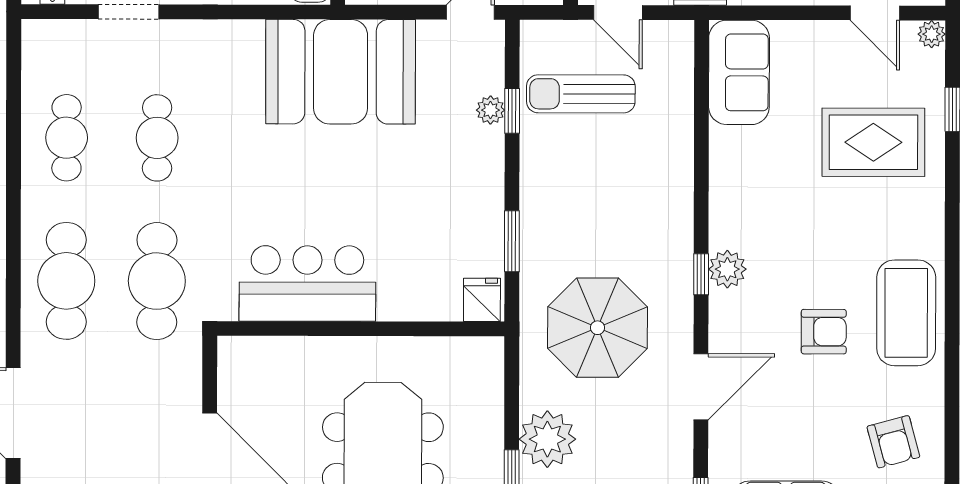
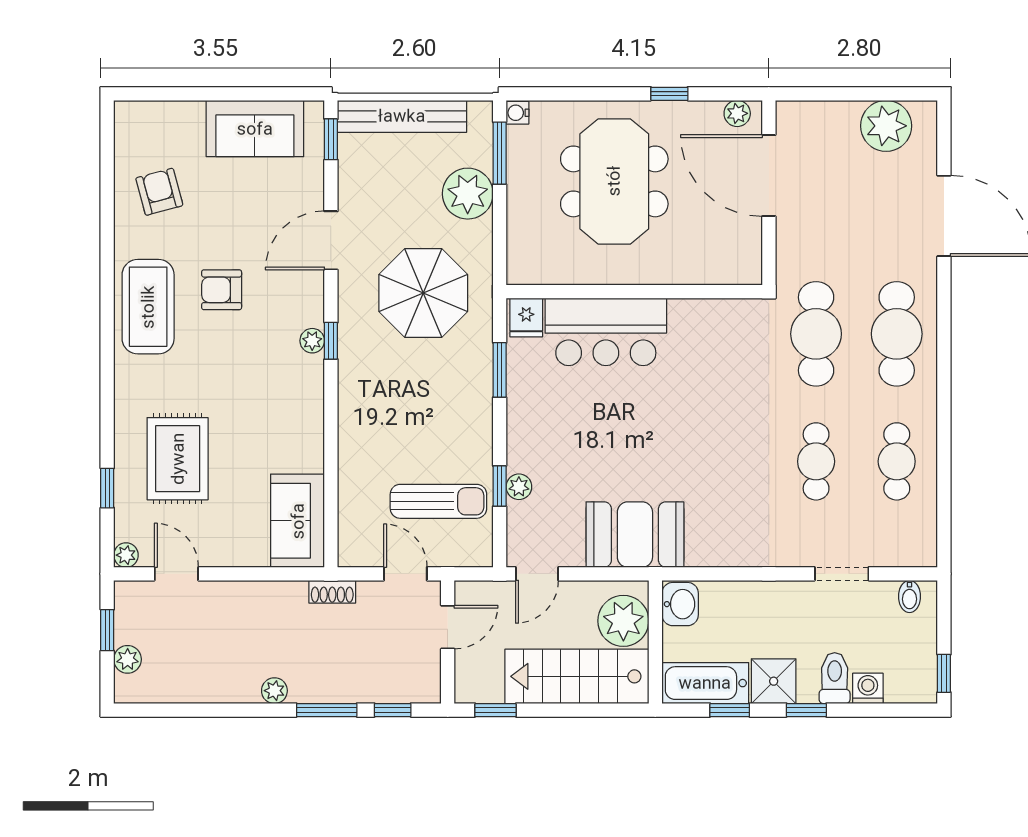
booth: (341, 72) -> (635, 535), width x0.73, depth x0.70
rug: (873, 142) -> (178, 459), turned 90
plant: (727, 269) -> (312, 341), width x0.73, depth x0.73
bar counter: (307, 283) -> (606, 332), moved

